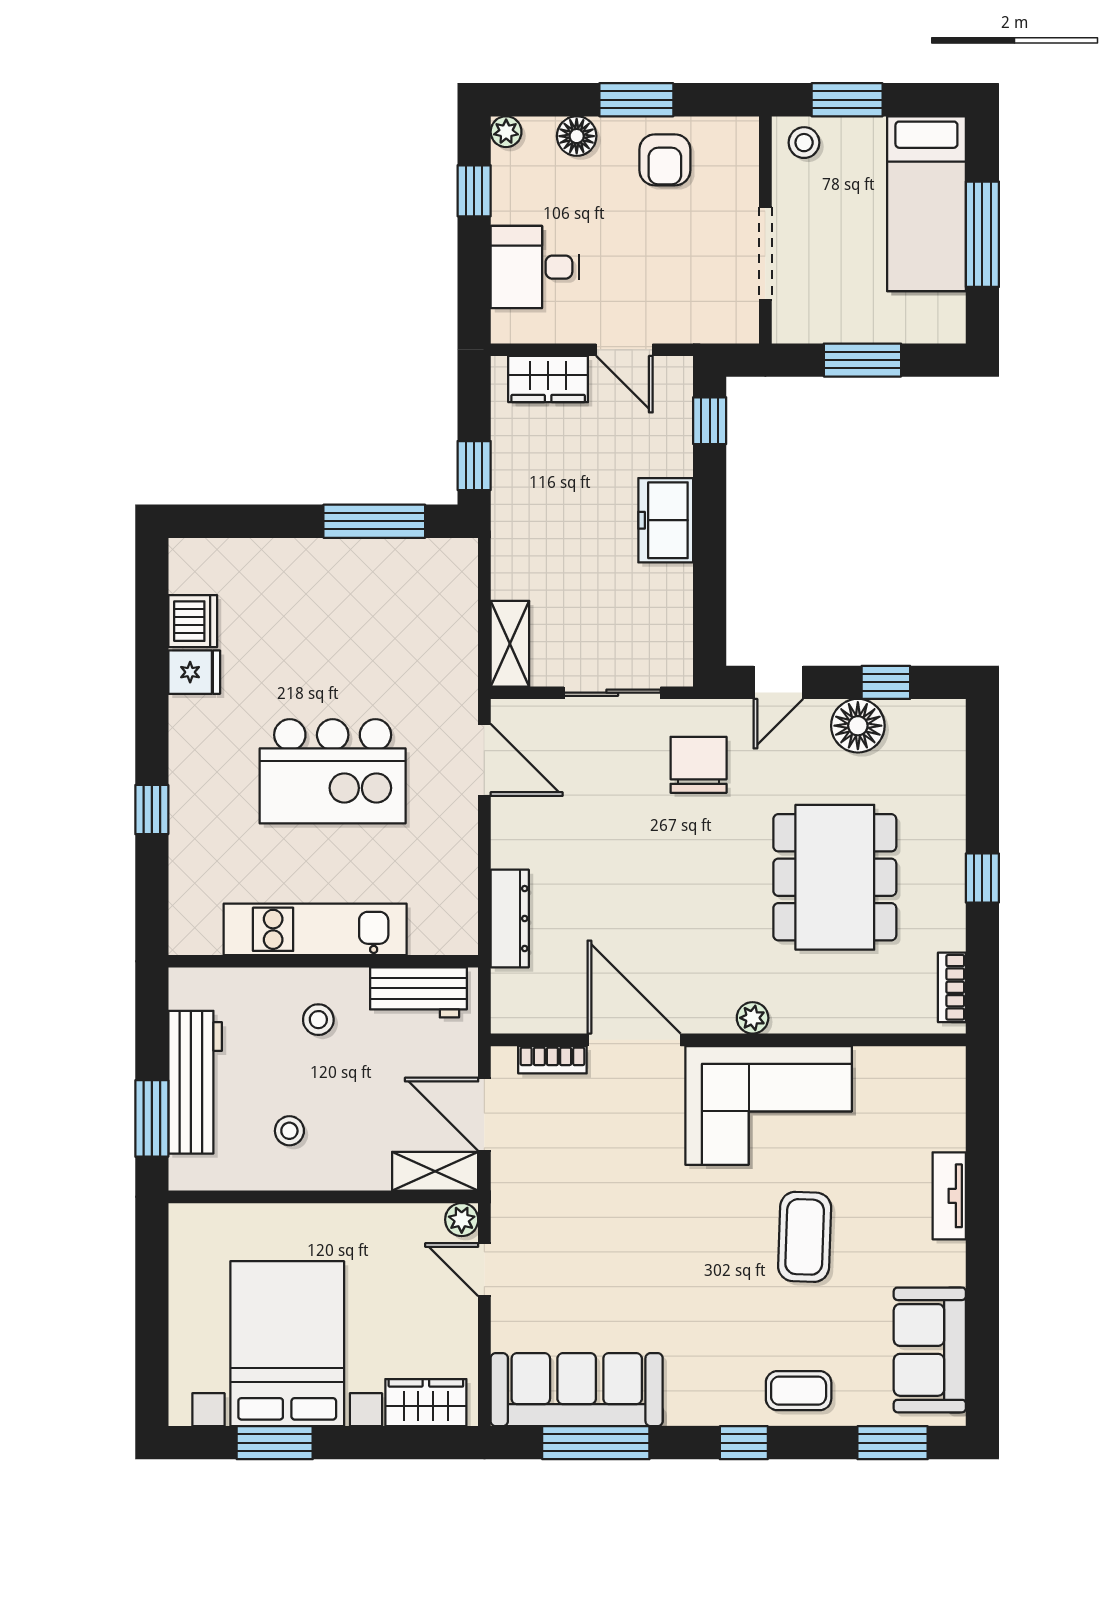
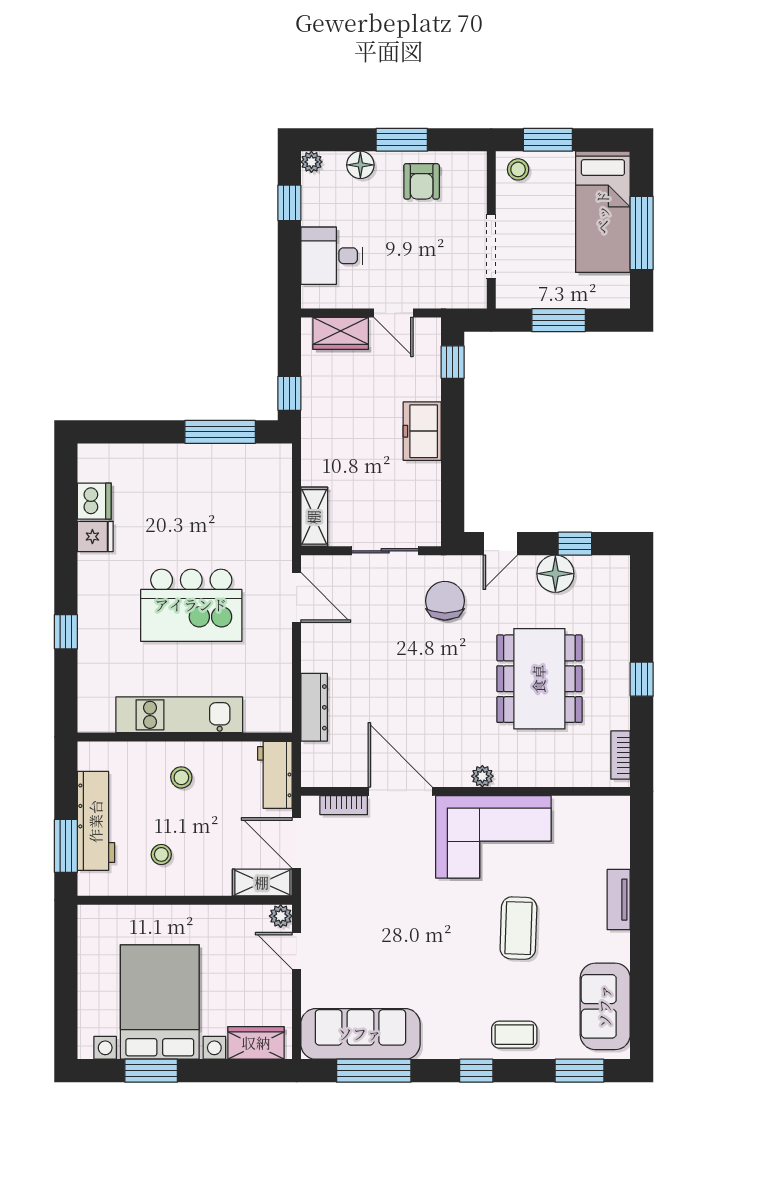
workbench: (418, 992) -> (275, 775), moved, turned 90

